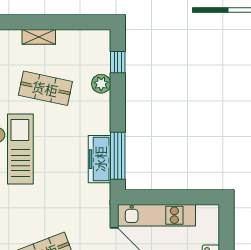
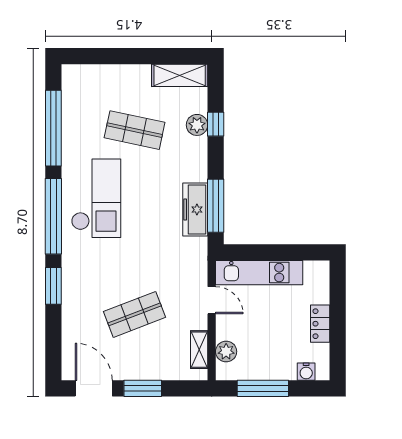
shelving: (39, 37) -> (180, 75), moved, width x1.50, depth x1.33
window: (118, 62) -> (216, 124), moved

